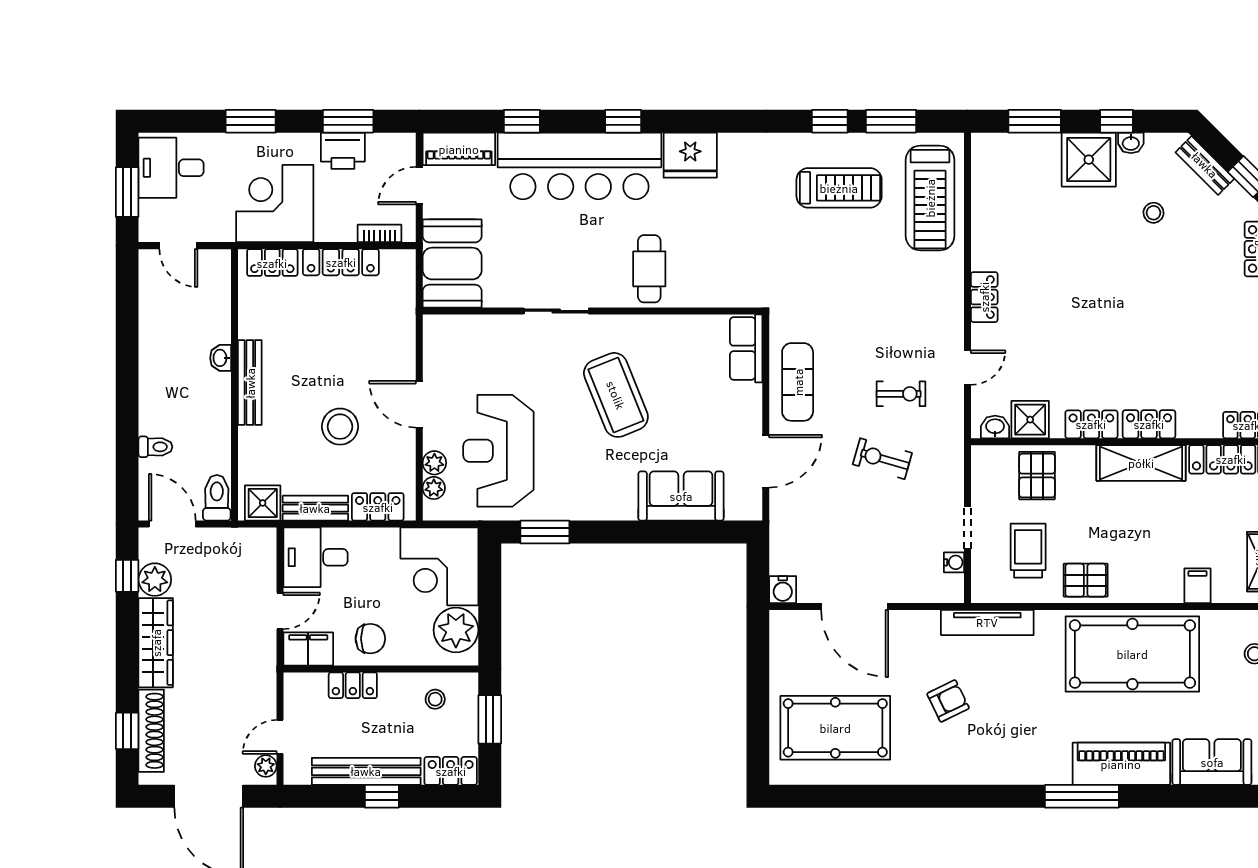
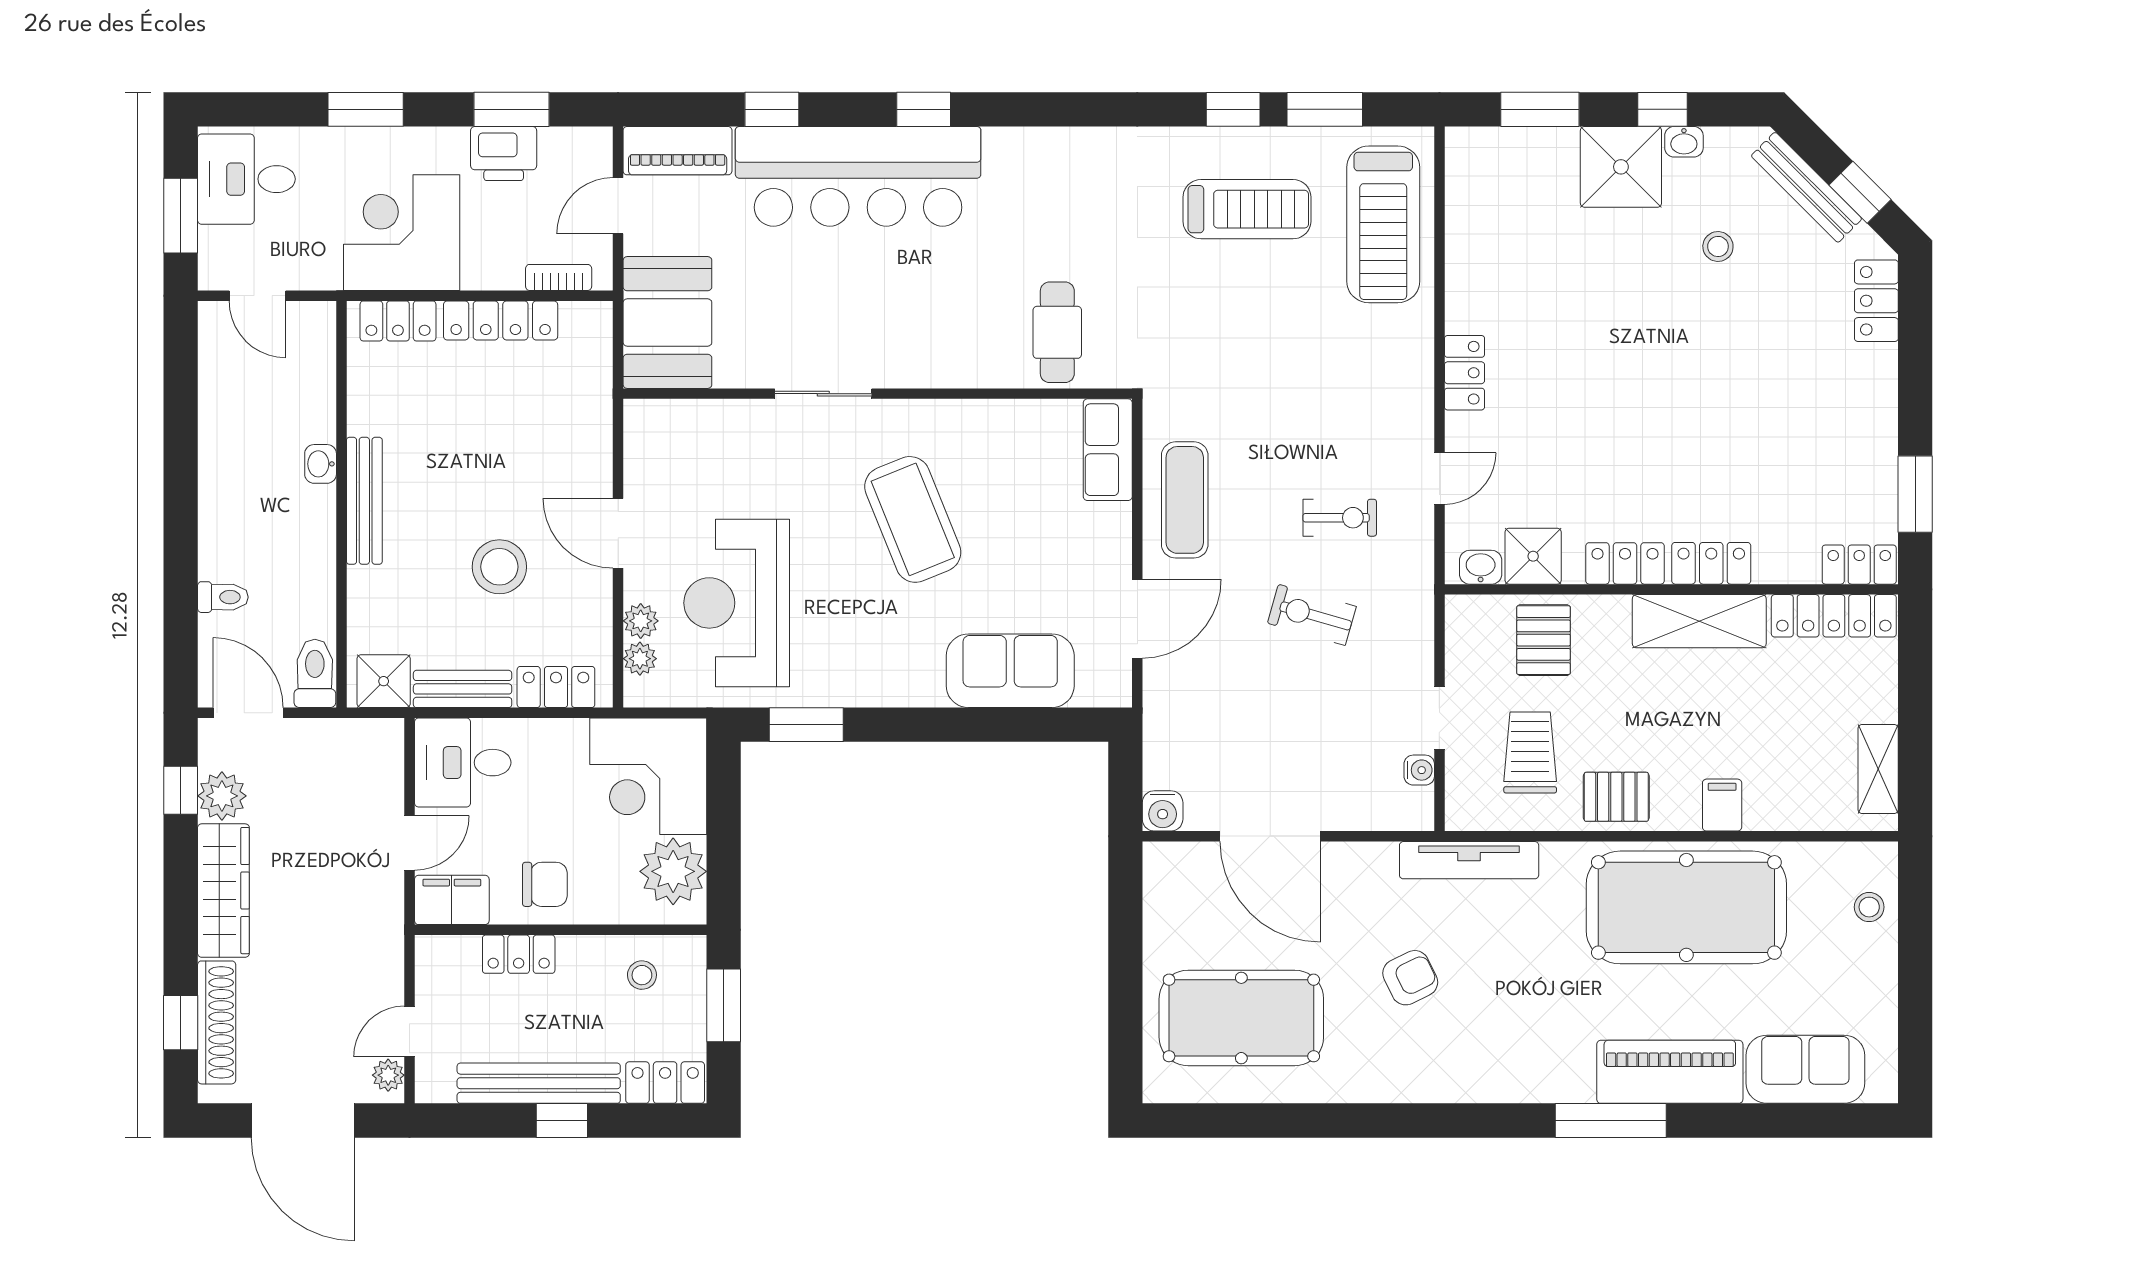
fridge: (690, 155) -> (1024, 160), removed
bench: (1205, 165) -> (1807, 187), width x1.36
cafe table: (649, 269) -> (1057, 332), moved
filing cabinet: (1198, 586) -> (1722, 805), moved

